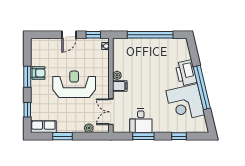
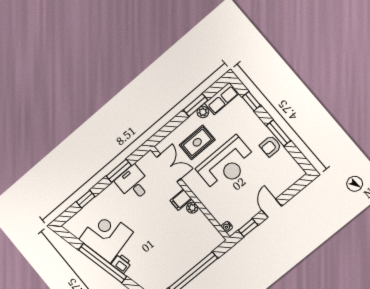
printer: (186, 73) -> (121, 263), width x0.53, depth x0.68
rug: (81, 113) -> (197, 142), added
plant: (89, 128) -> (203, 112), moved

